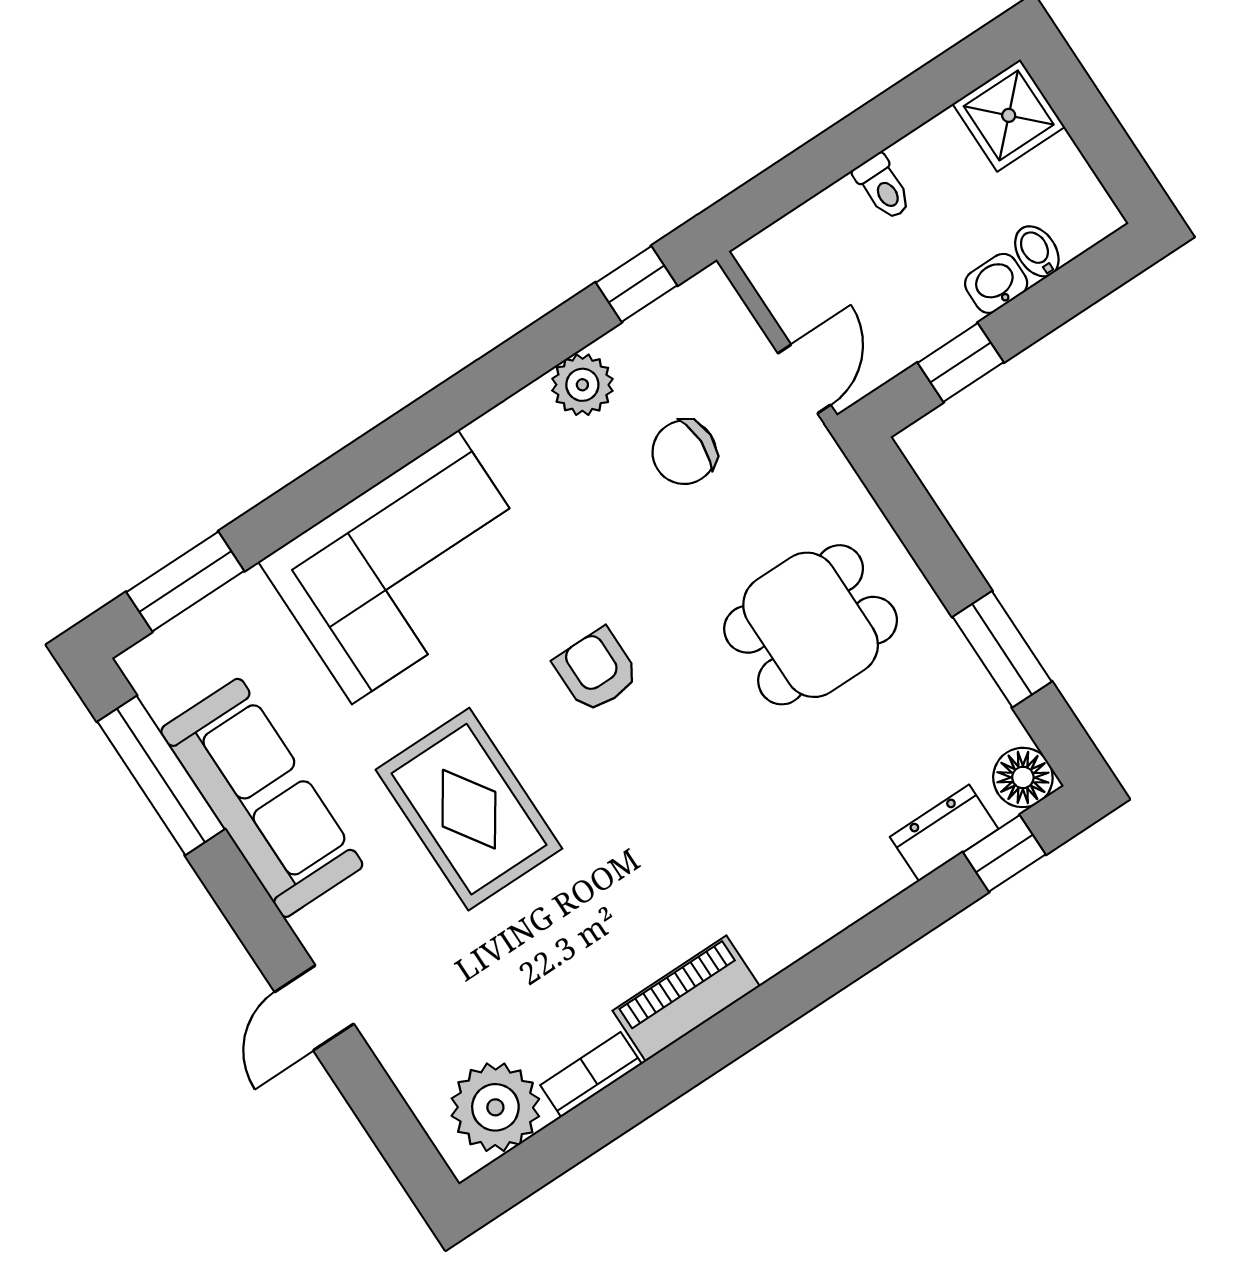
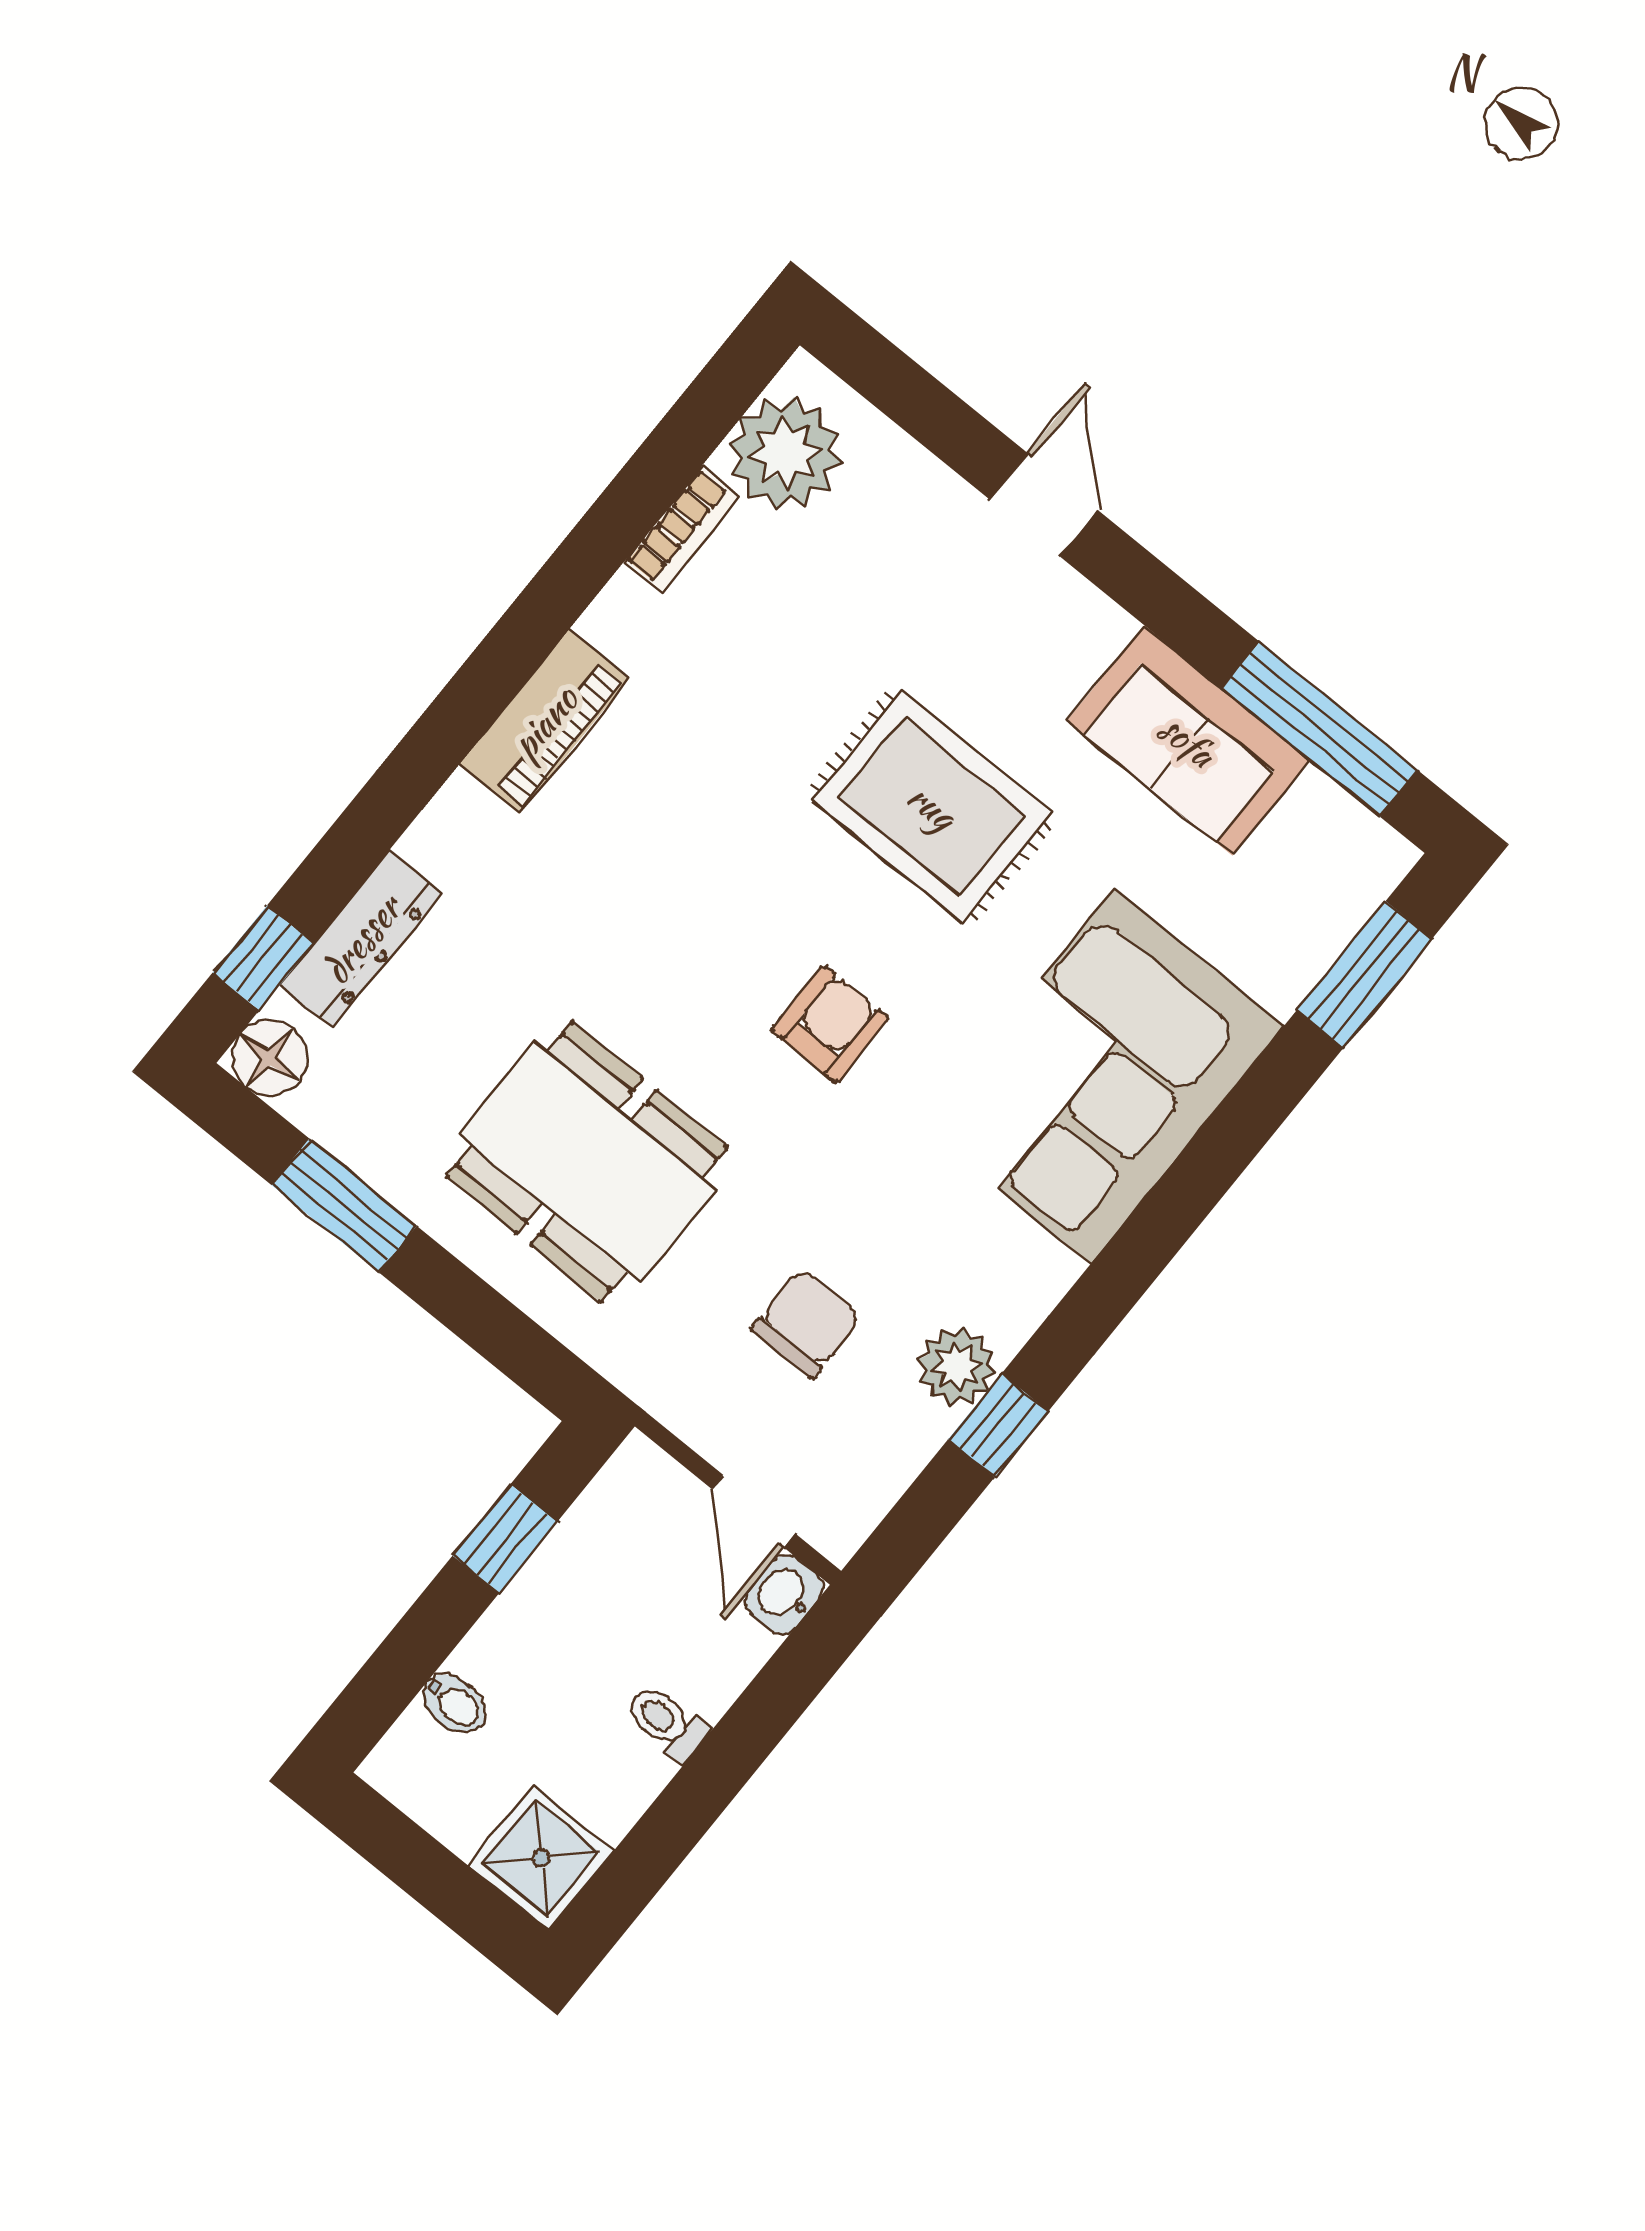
washbasin: (996, 283) -> (784, 1595), moved, turned 180
window: (637, 284) -> (998, 1425), moved
door: (804, 379) -> (754, 1511), moved
dining table: (811, 625) -> (587, 1162), width x1.38
armchair: (596, 670) -> (830, 1024), turned -90
sofa: (262, 798) -> (1188, 740), width x0.73
dresser: (944, 833) -> (361, 939), width x1.44
piano: (686, 998) -> (544, 722), moved

